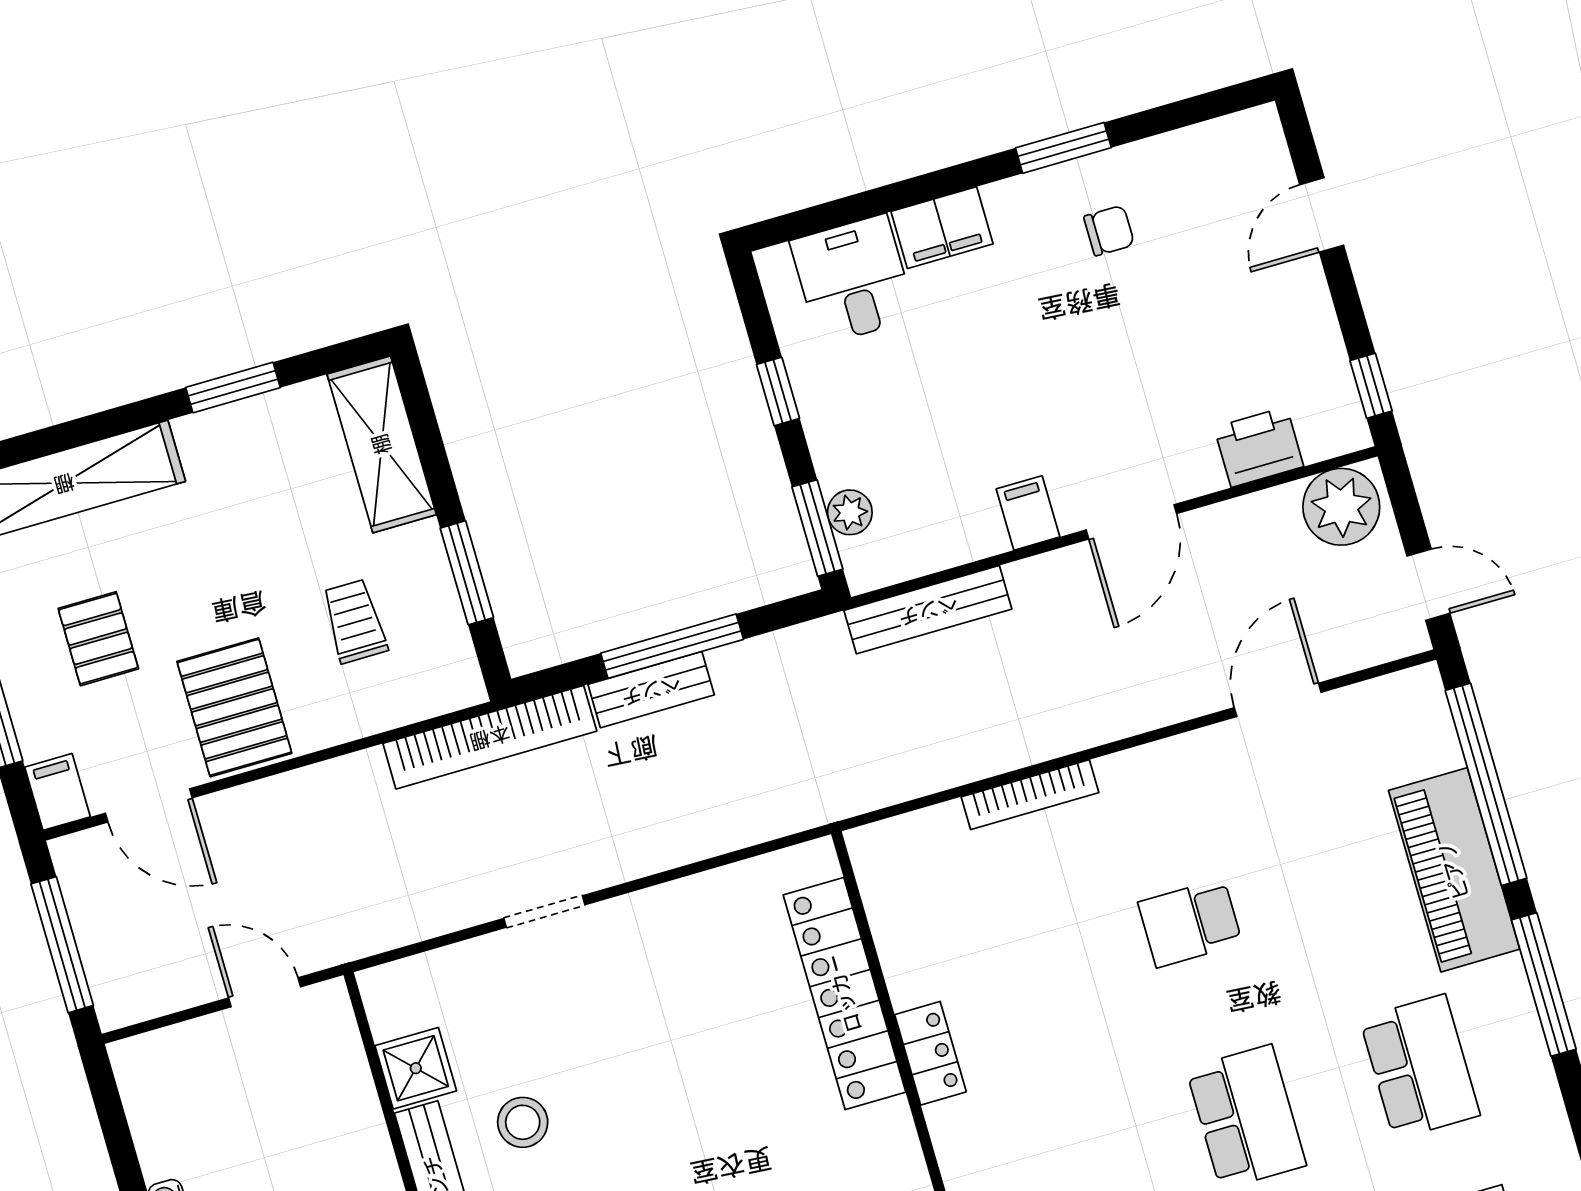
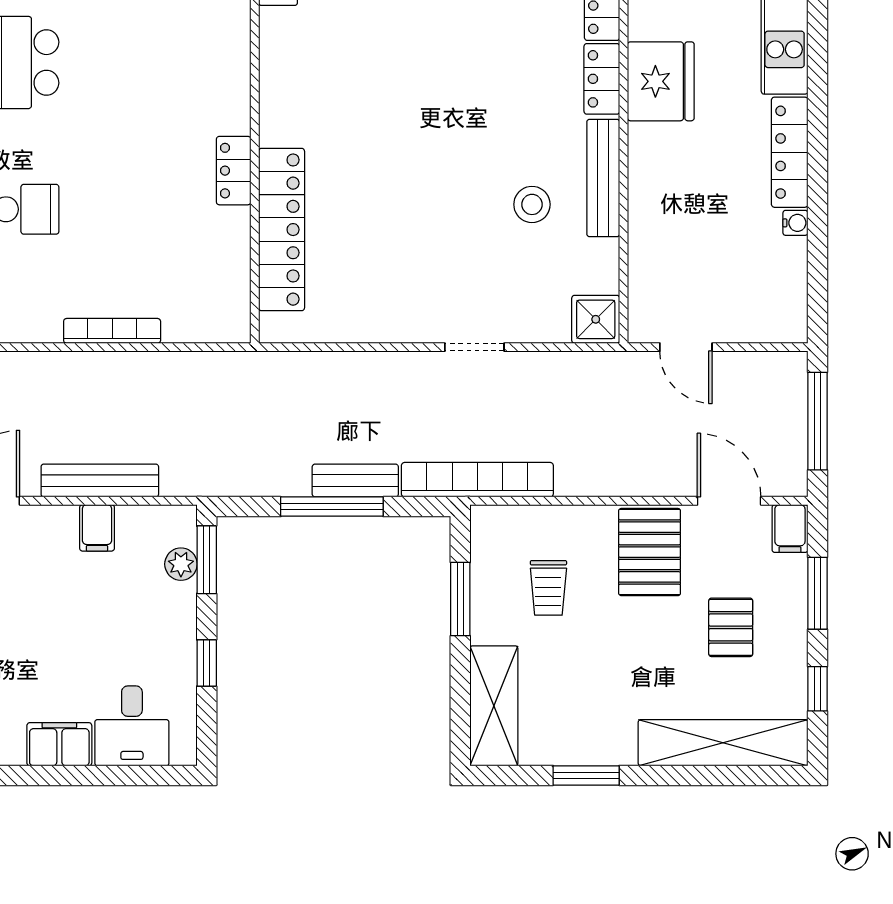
filing cabinet: (1028, 513) -> (97, 528), moved
bench: (928, 610) -> (100, 480), moved
shower: (416, 1068) -> (596, 319), moved

